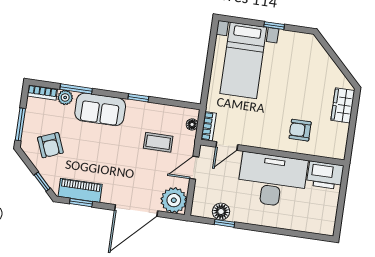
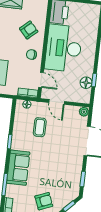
plant: (65, 97) -> (11, 192), removed
armchair: (300, 130) -> (29, 30), turned -132
chair: (264, 133) -> (31, 54), added
piano: (80, 190) -> (74, 180), removed
plant: (174, 200) -> (84, 112), width x0.53, depth x0.53

